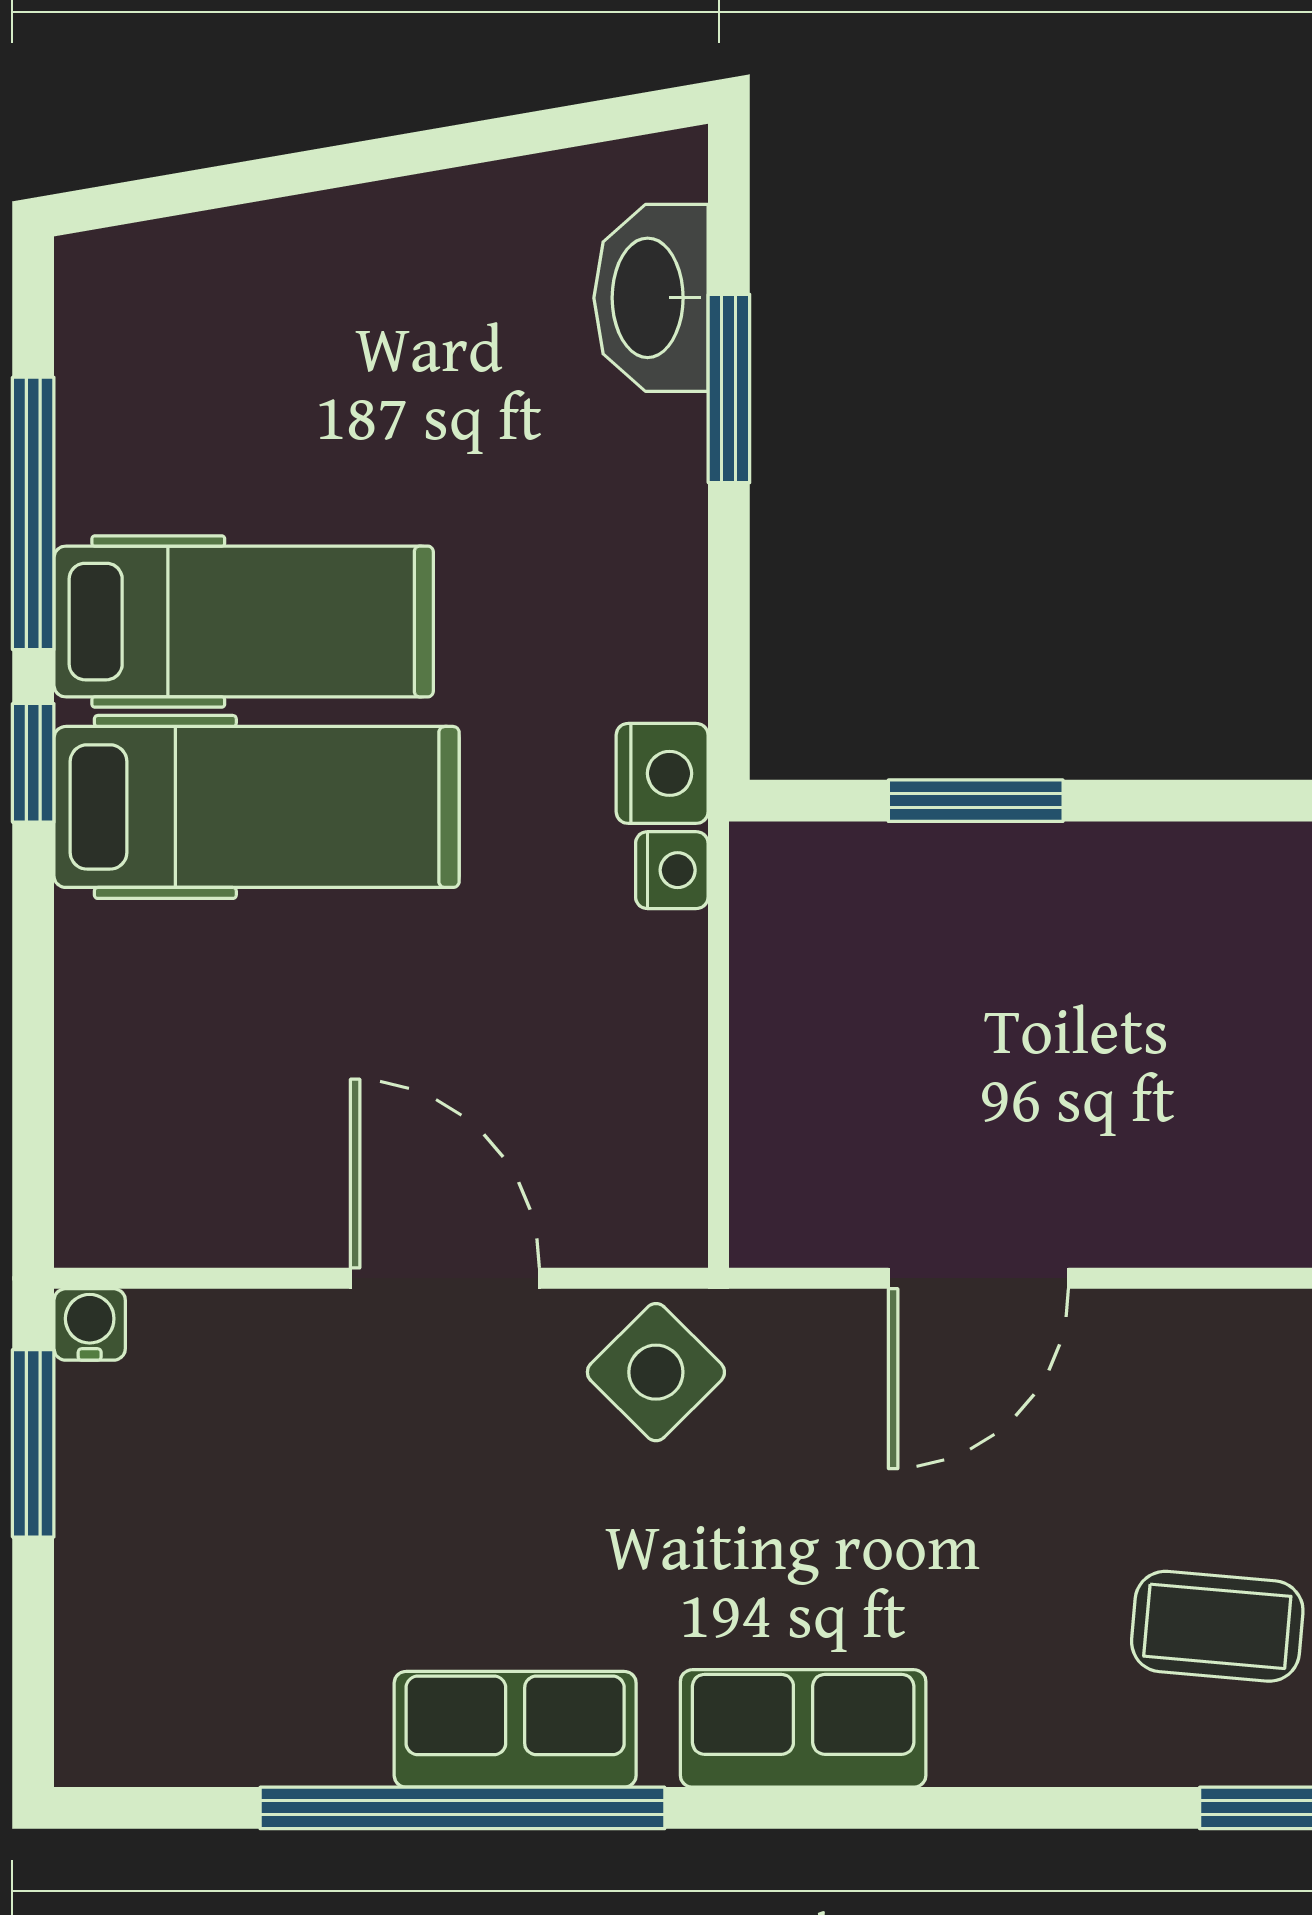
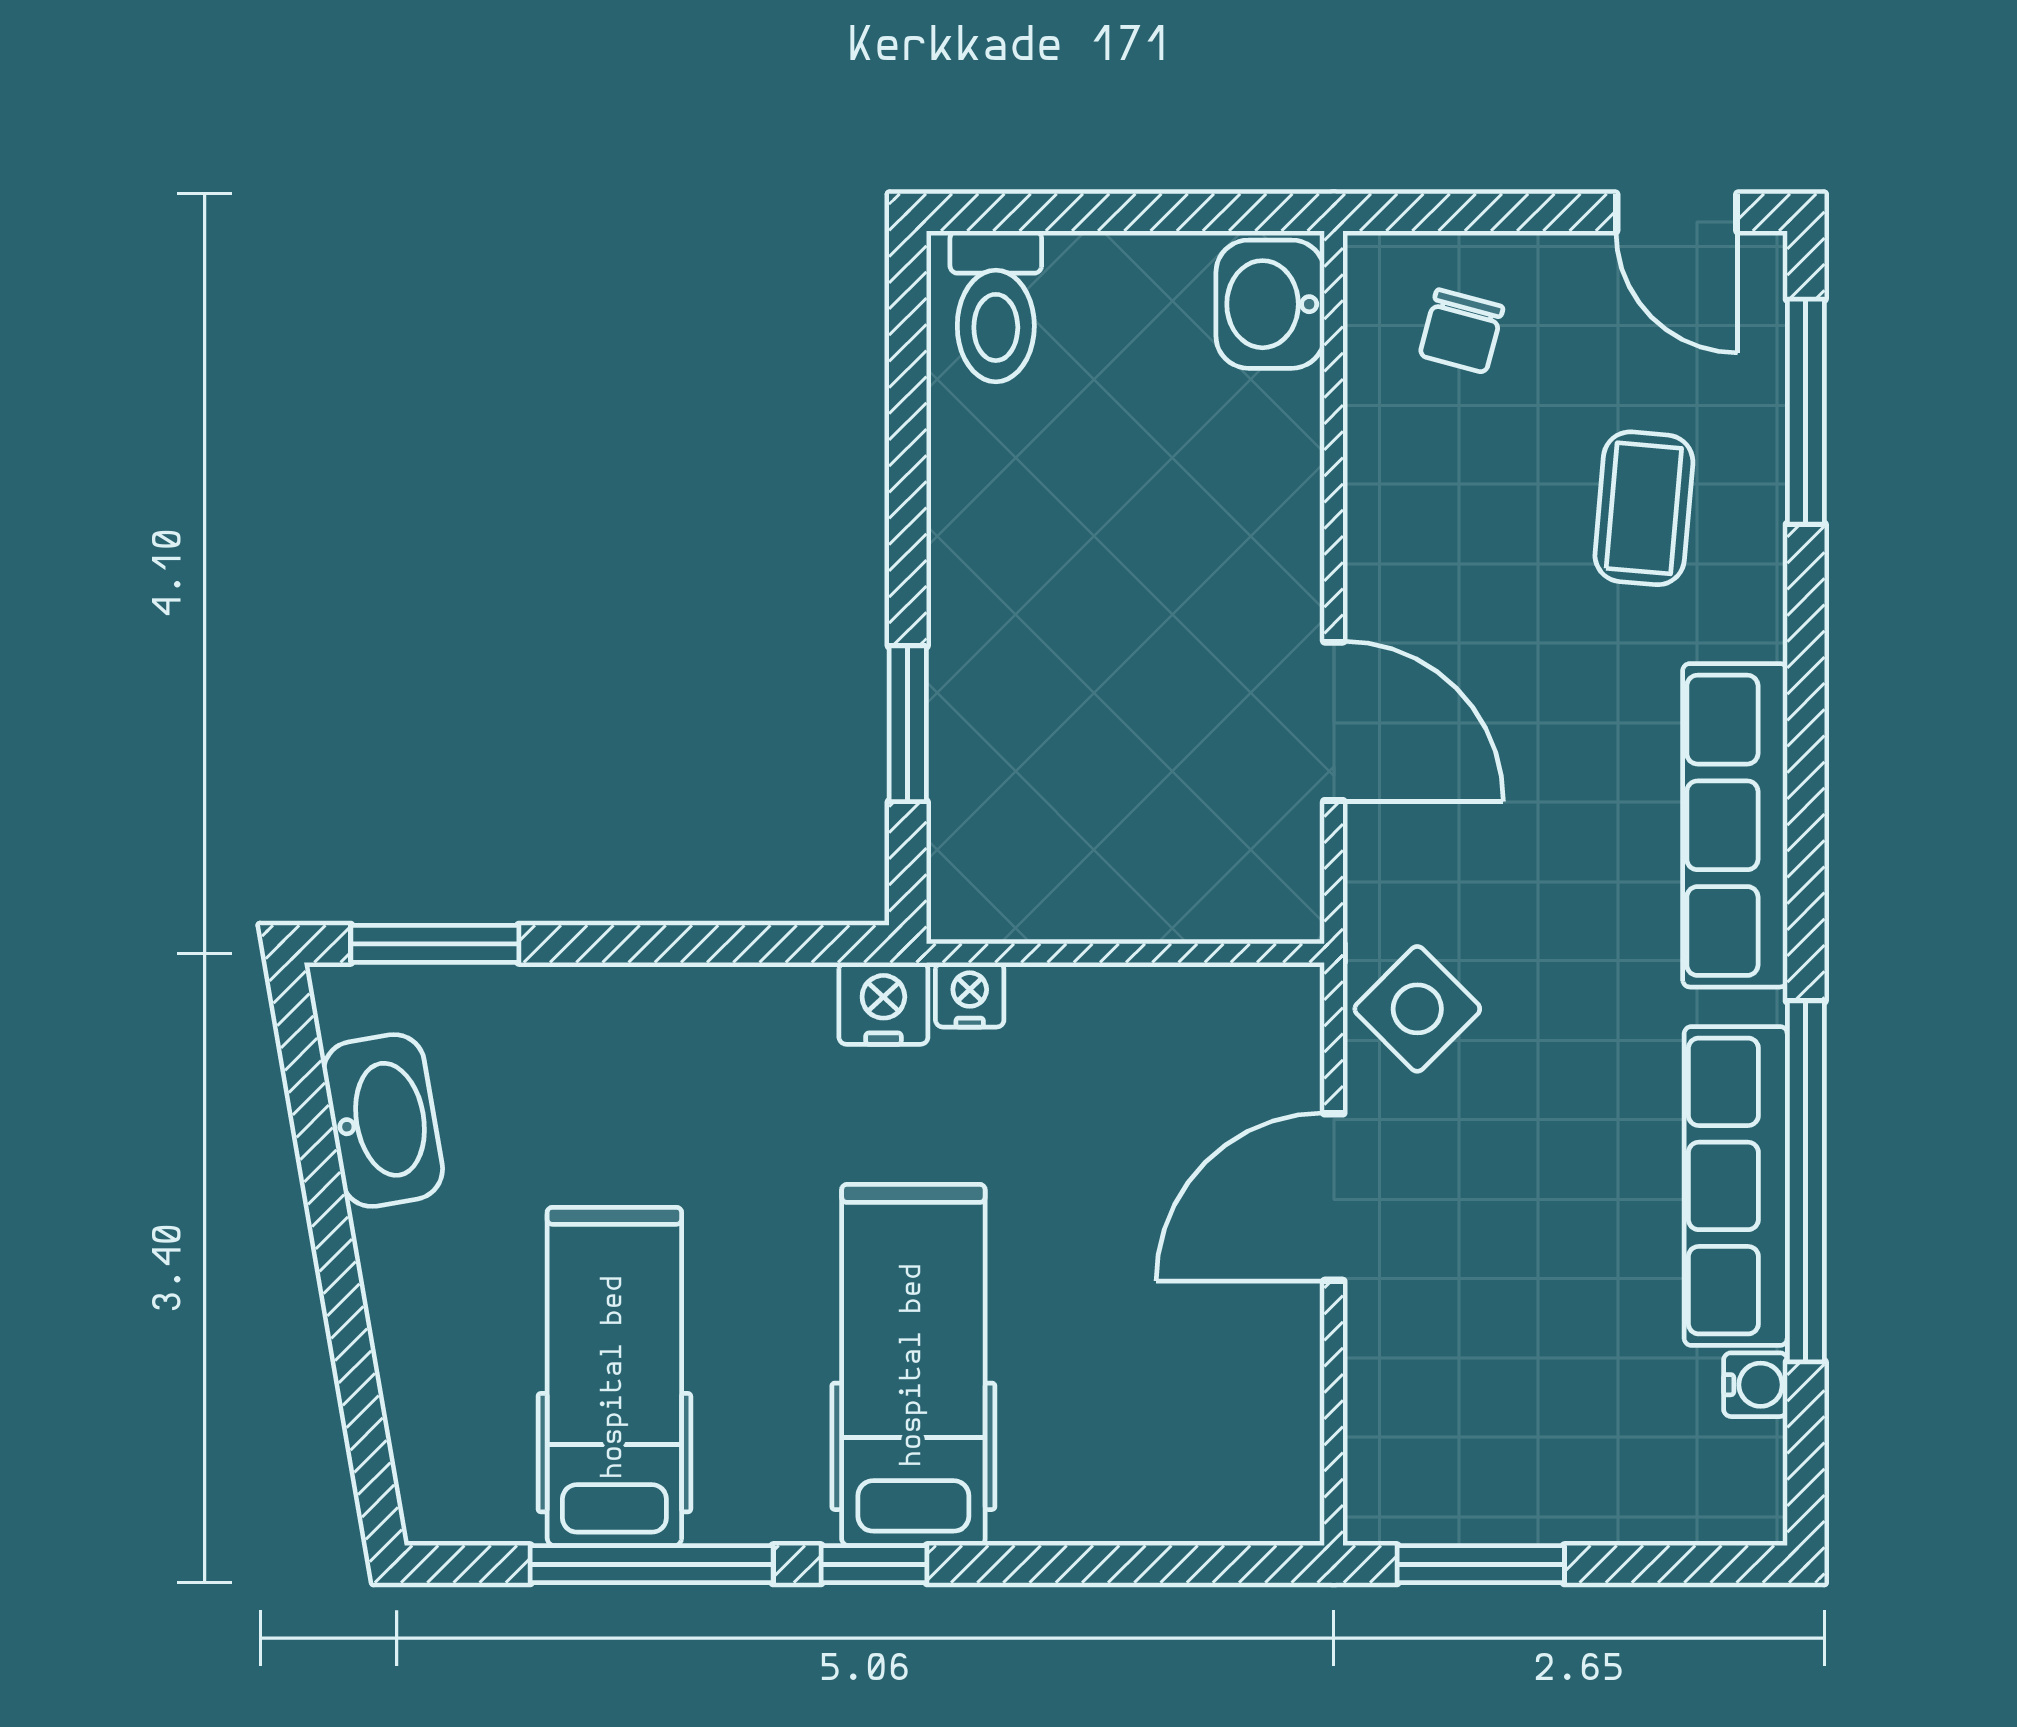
washbasin: (651, 298) -> (383, 1120), moved, turned -100
window: (729, 388) -> (435, 944), moved
hospital bed: (244, 622) -> (614, 1377), moved
water cooler: (90, 1324) -> (1755, 1385), moved, turned 180
row of seats: (803, 1728) -> (1735, 825), width x1.48
row of seats: (515, 1729) -> (1736, 1186), width x1.48

